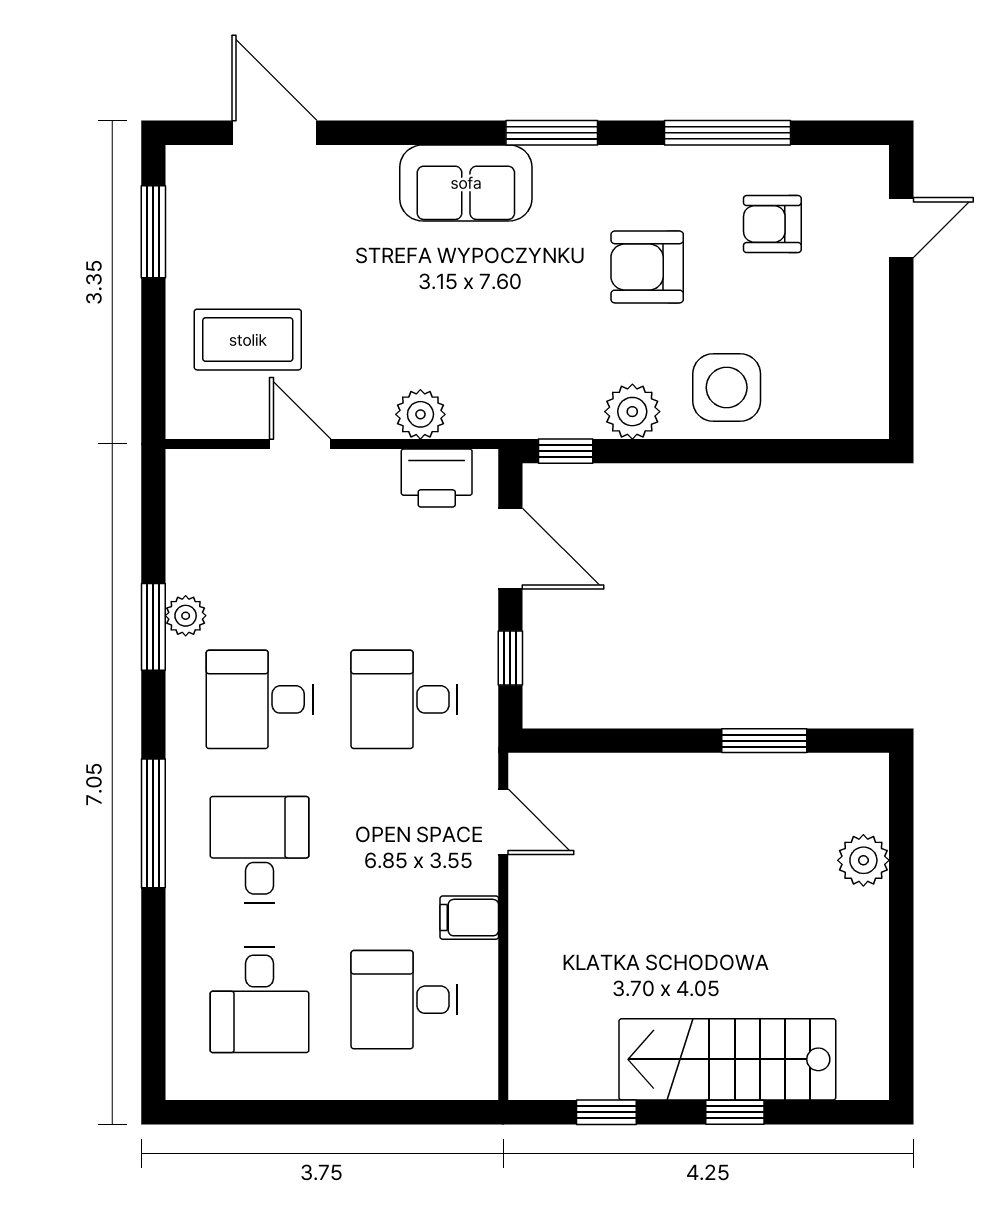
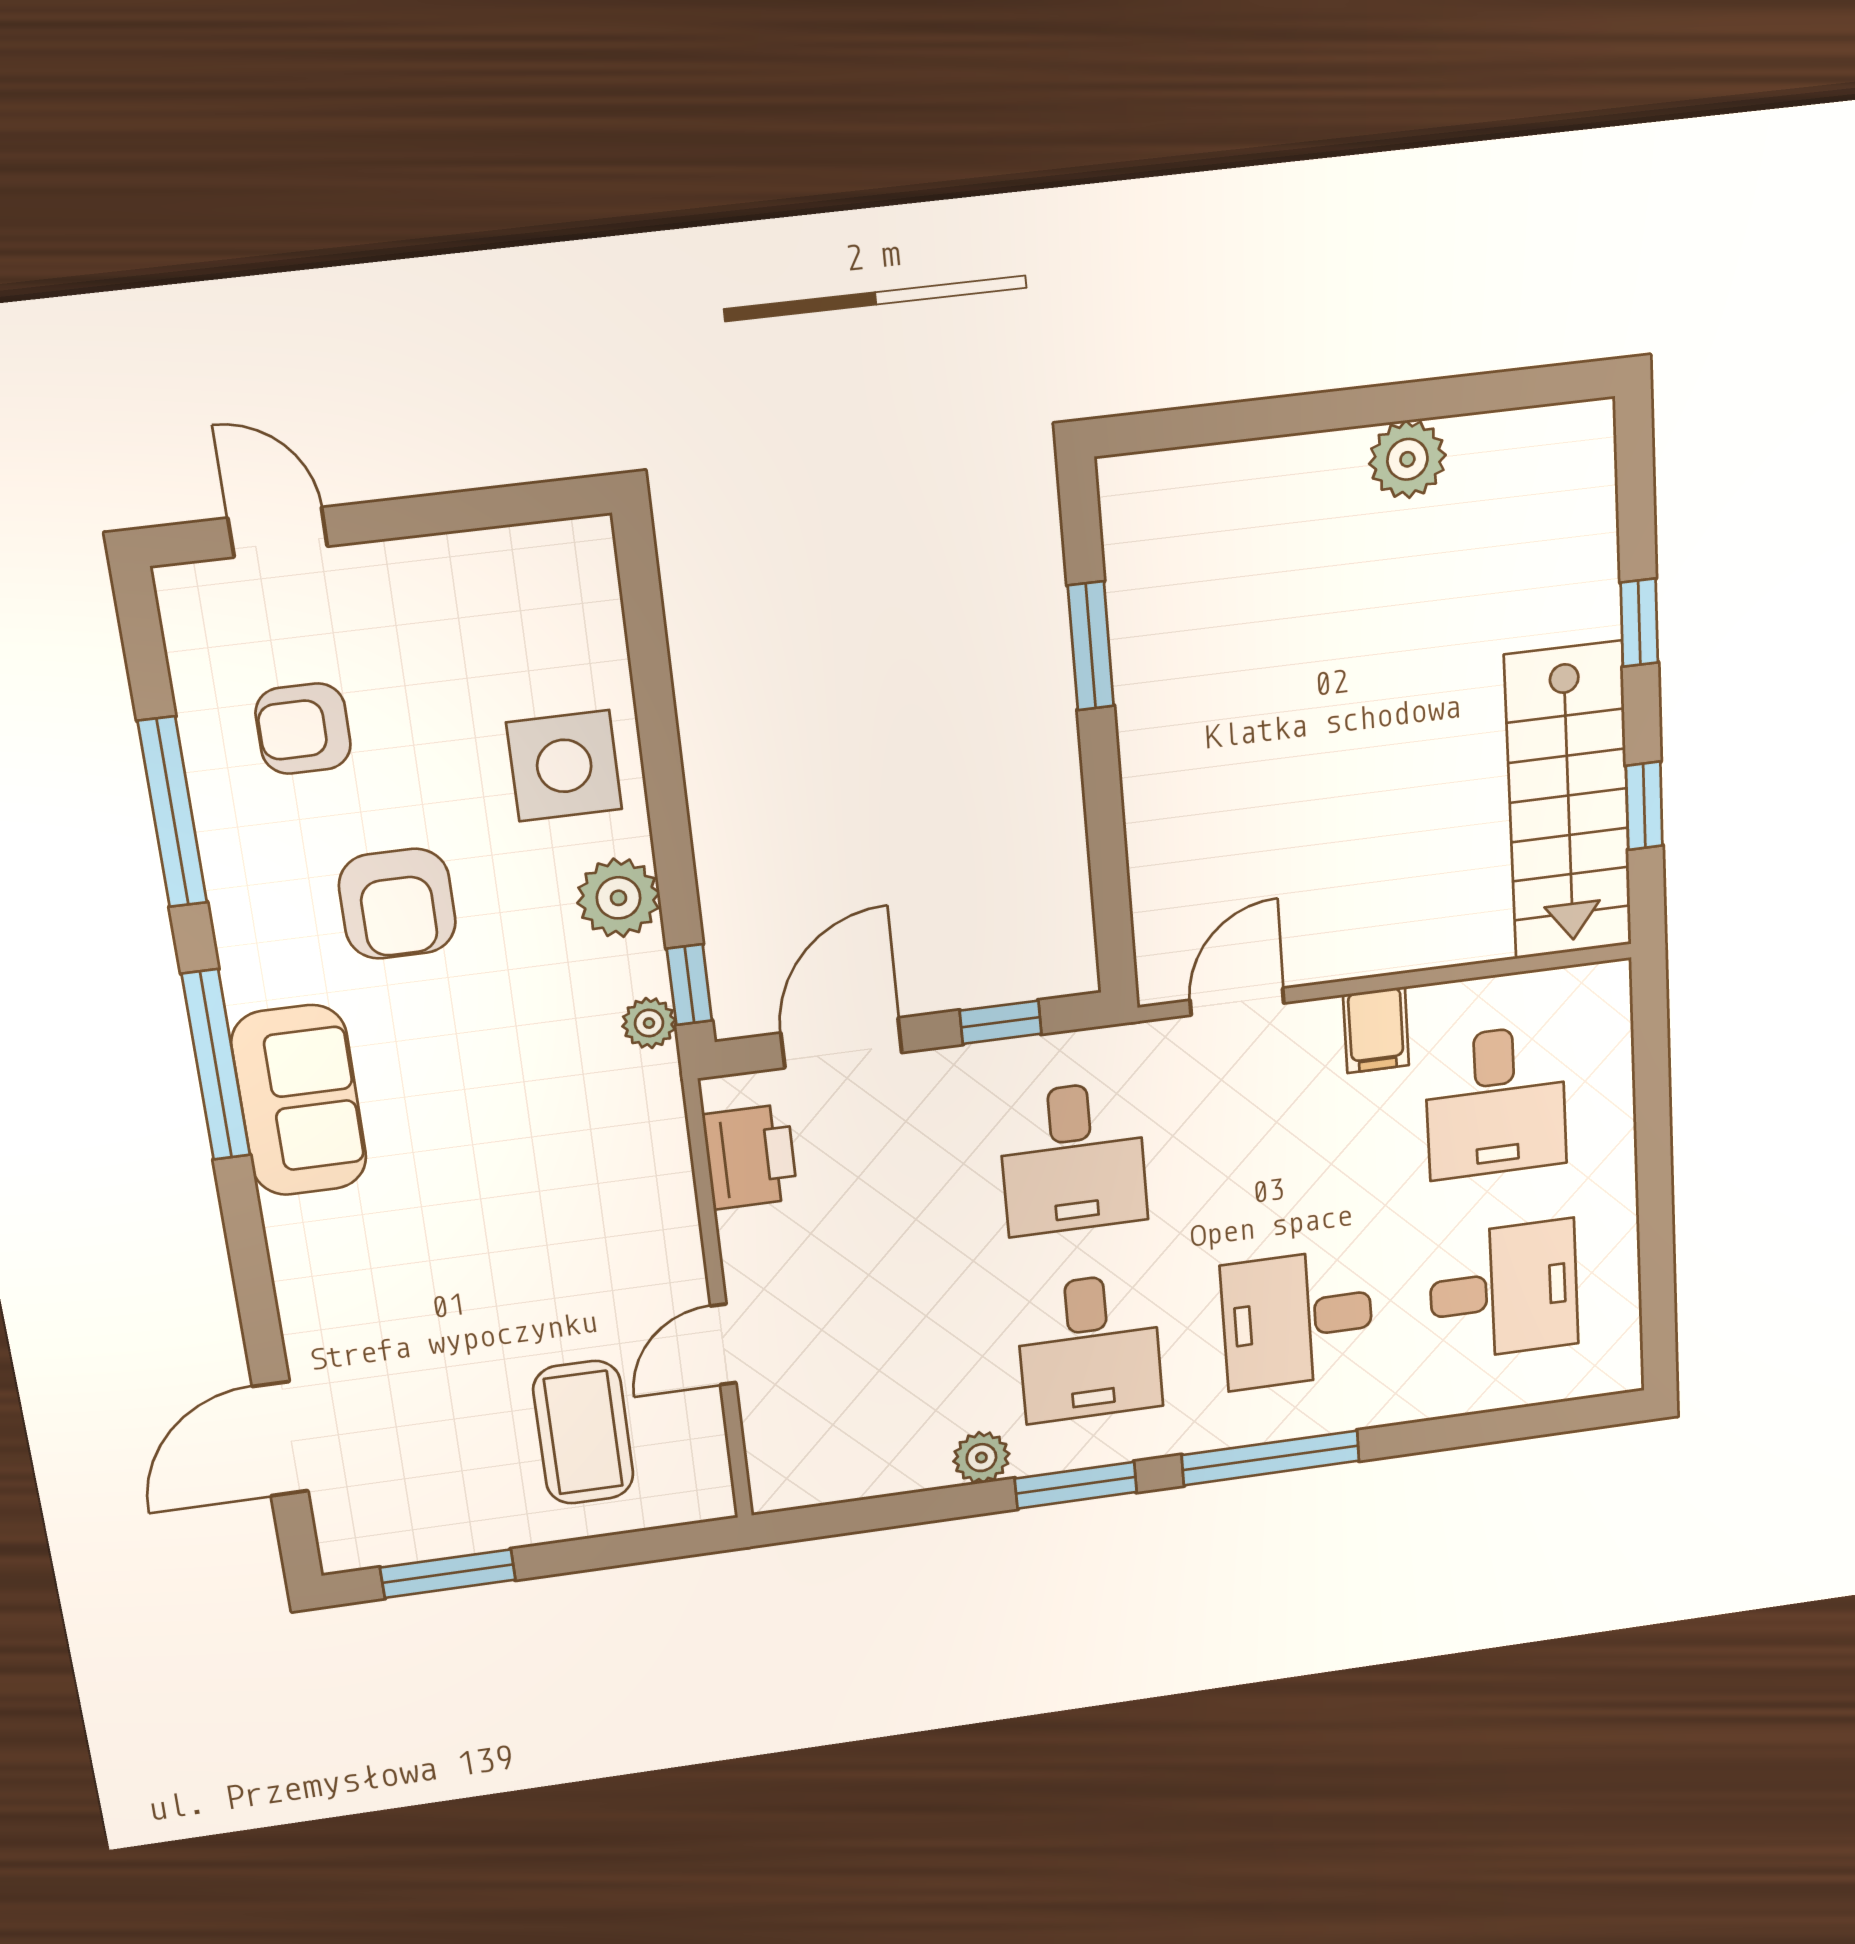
window: (552, 133) -> (216, 1065), width x1.44
sofa: (466, 183) -> (299, 1101), moved
armchair: (772, 224) -> (303, 729), turned 90
plant: (420, 414) -> (649, 1023), moved, width x0.73, depth x0.73
window: (153, 627) -> (1076, 1485), moved
plant: (863, 860) -> (1407, 459), moved
stairs: (727, 1059) -> (1568, 802), moved

